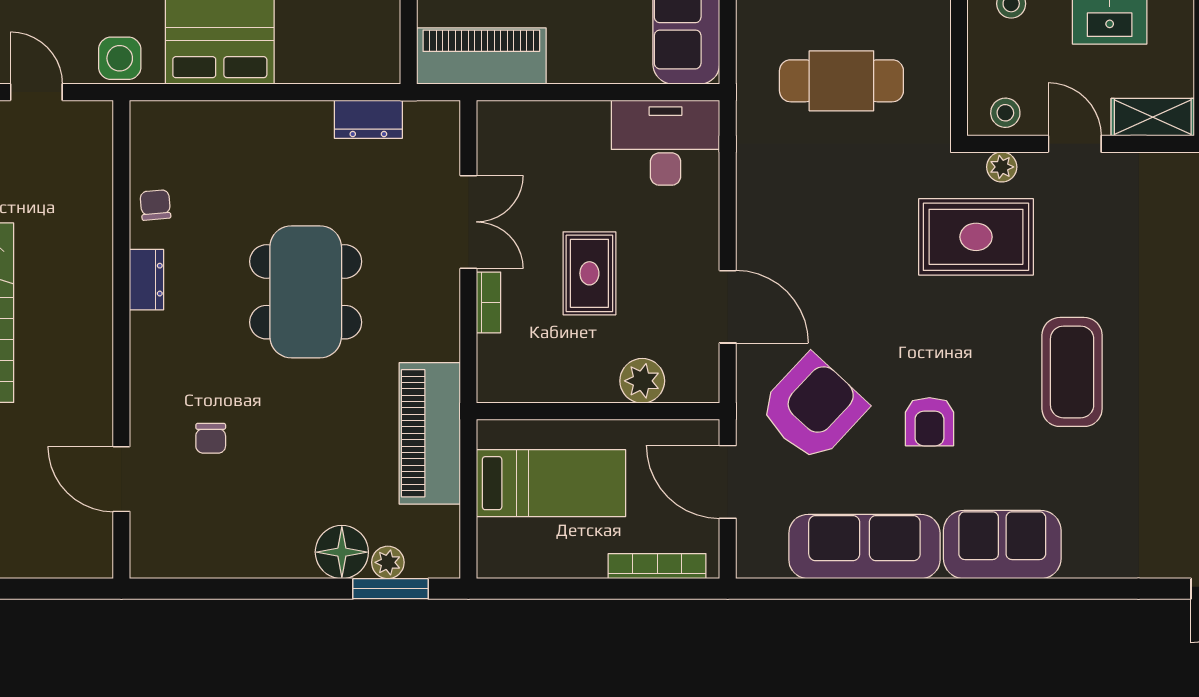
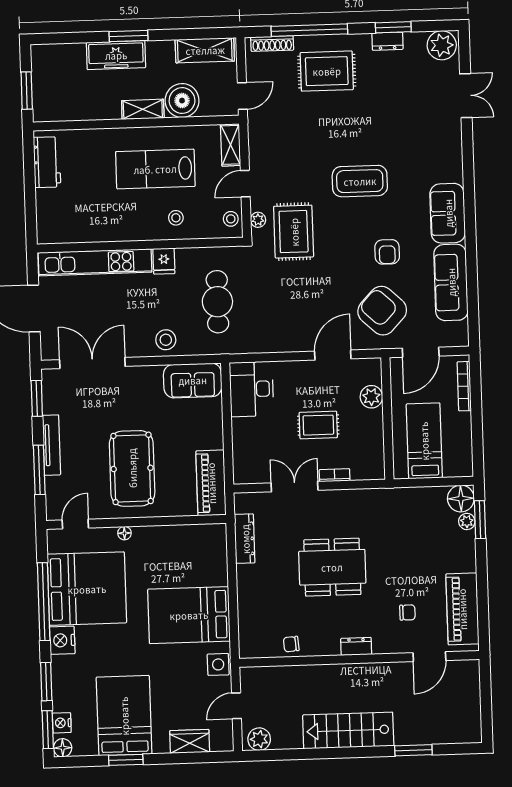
dresser: (368, 119) -> (245, 539), width x1.44
dresser: (146, 280) -> (356, 646), moved
armchair: (929, 422) -> (387, 252), turned 90
piano: (430, 433) -> (462, 609), moved, turned 90
floor lamp: (342, 552) -> (461, 499), moved

